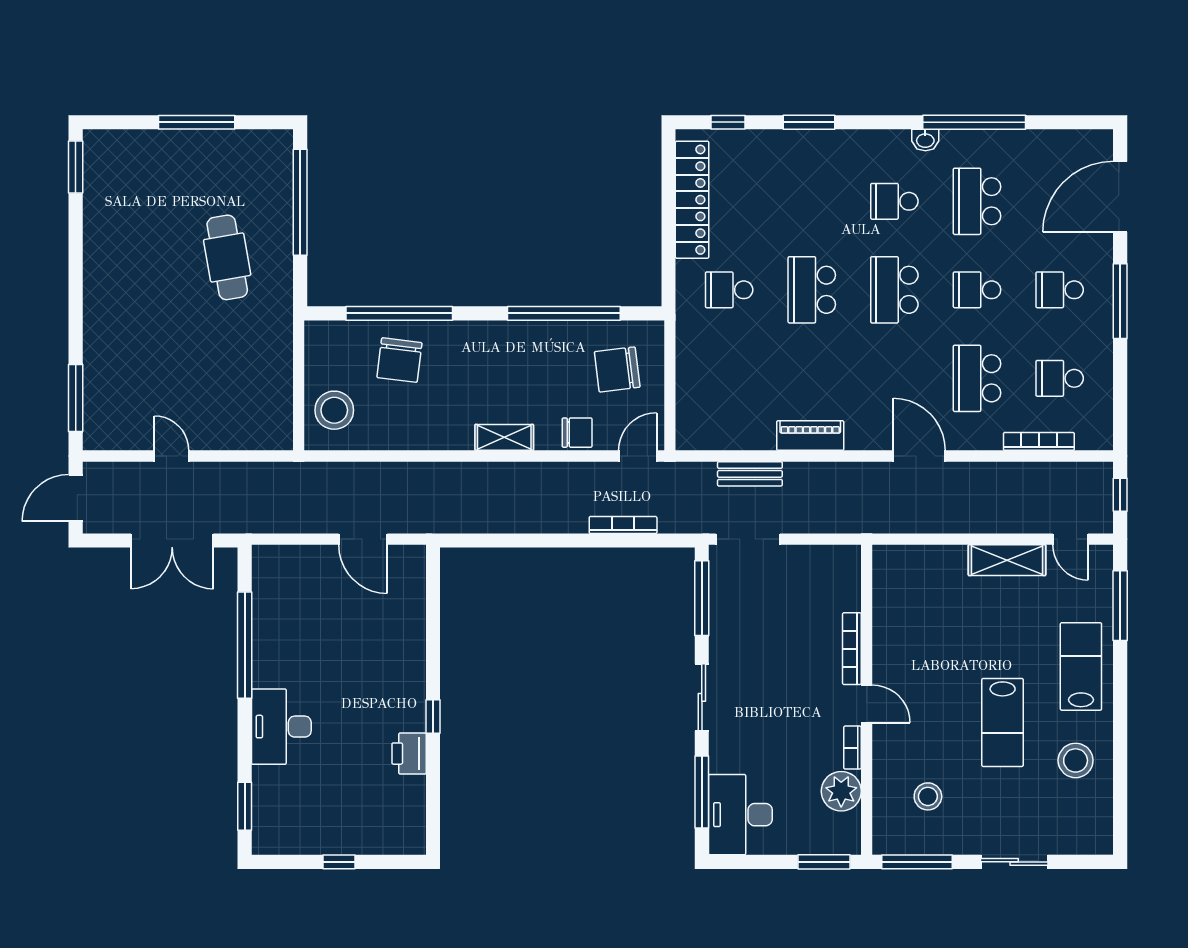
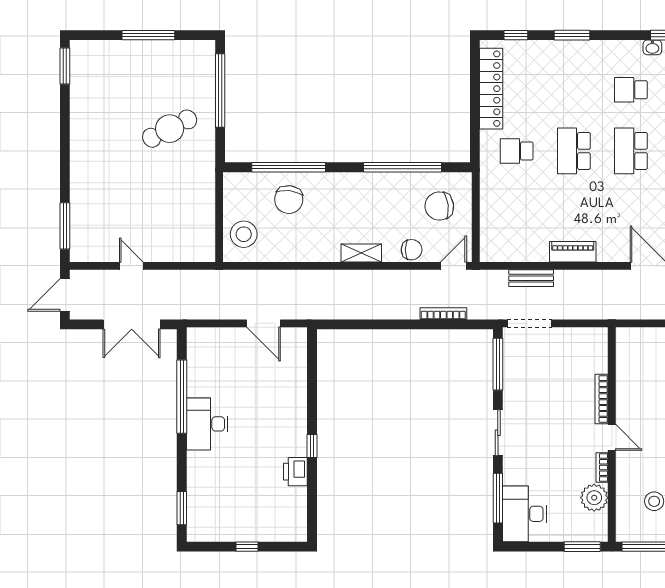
cafe table: (227, 257) -> (170, 129), turned 73
desk: (281, 727) -> (207, 424), moved

